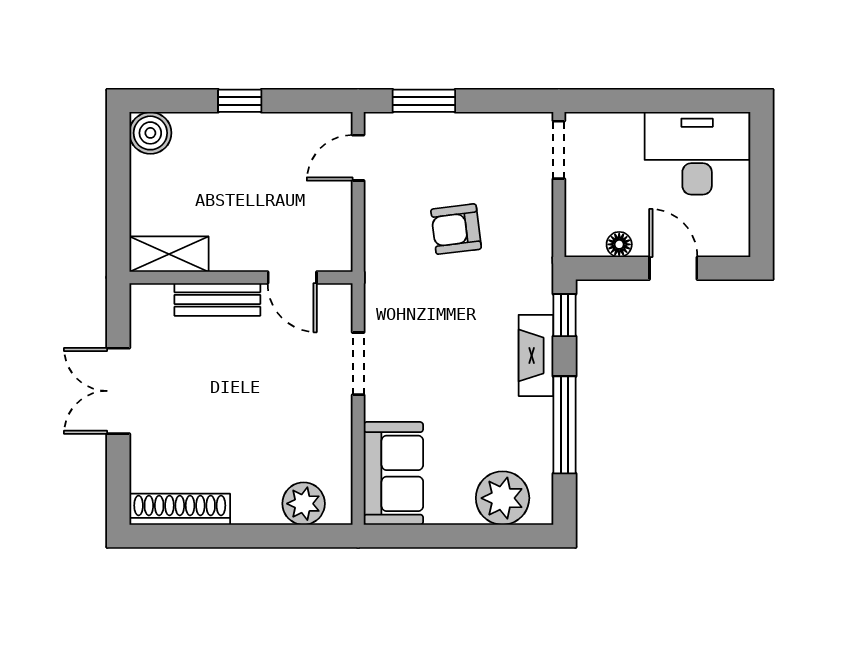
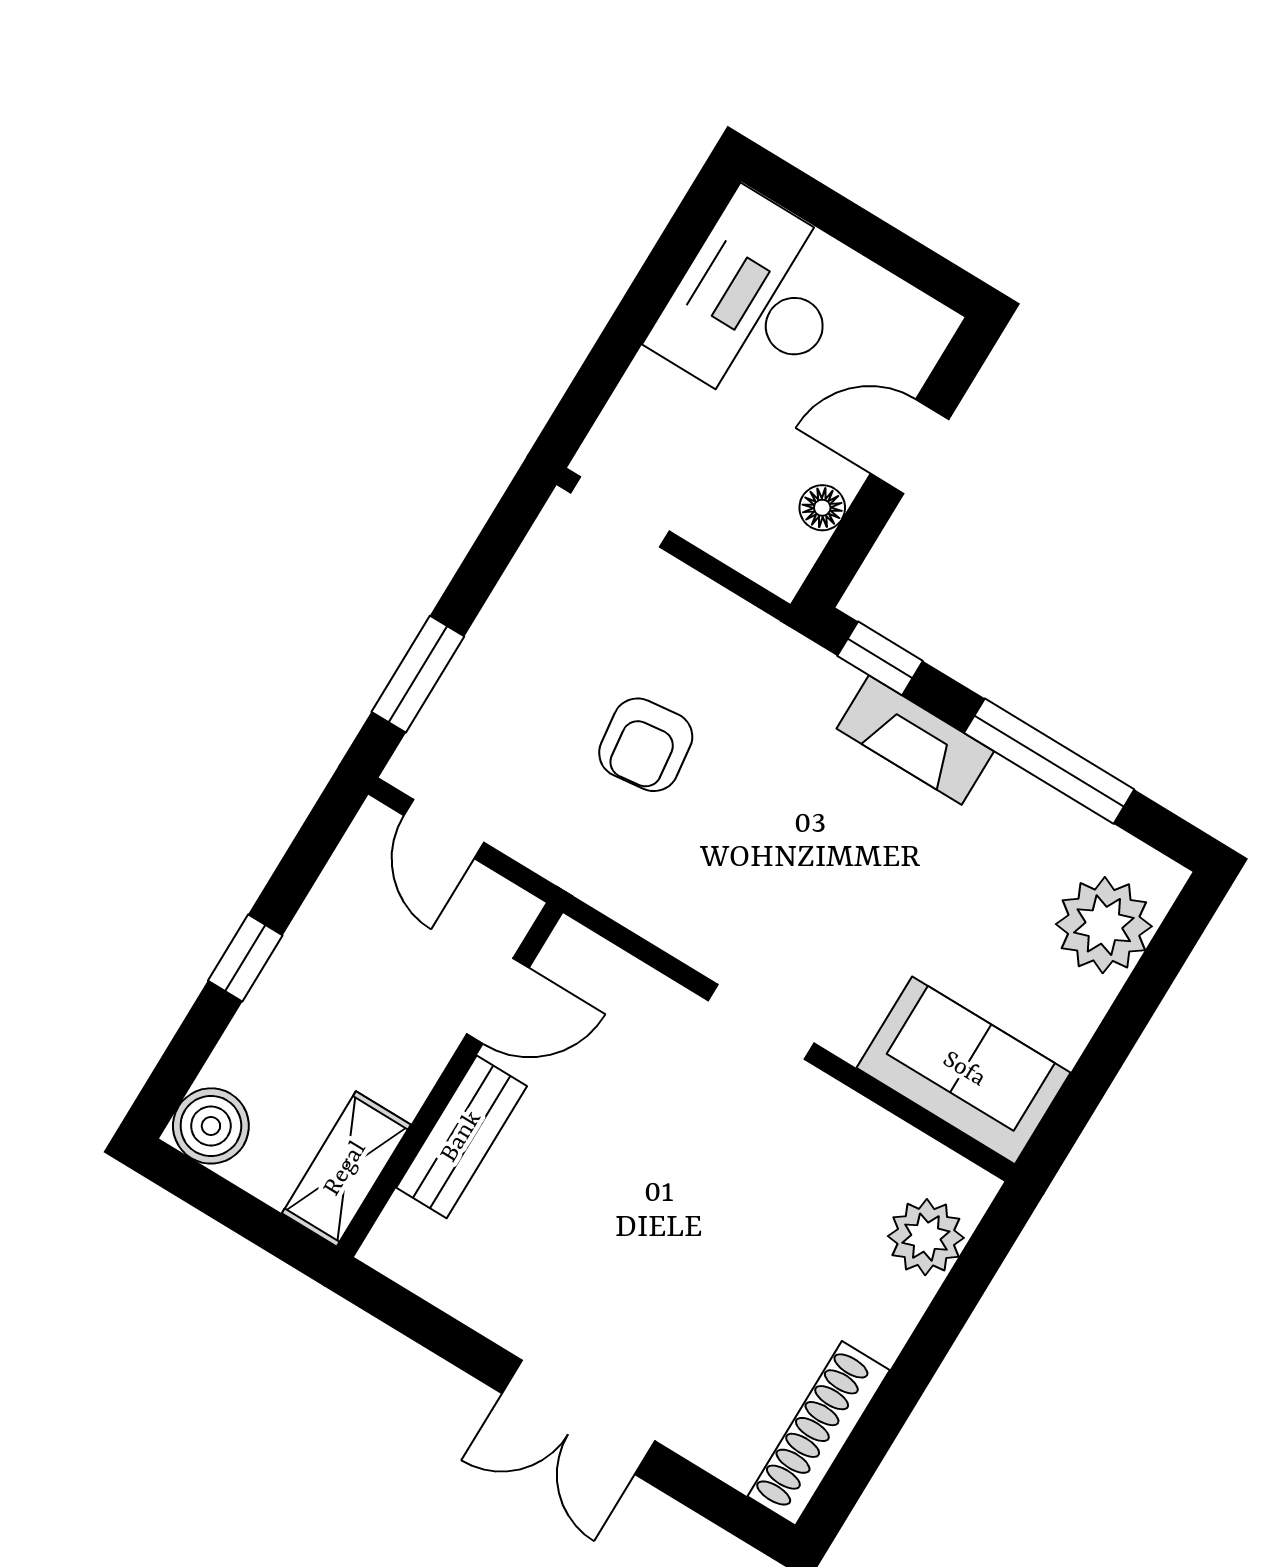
shelving: (169, 254) -> (346, 1169), moved
wall: (241, 277) -> (450, 1080), moved
door: (292, 277) -> (498, 1001), moved
bench: (217, 299) -> (462, 1137), moved

